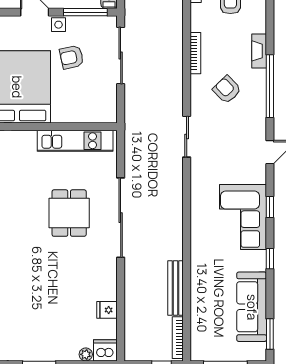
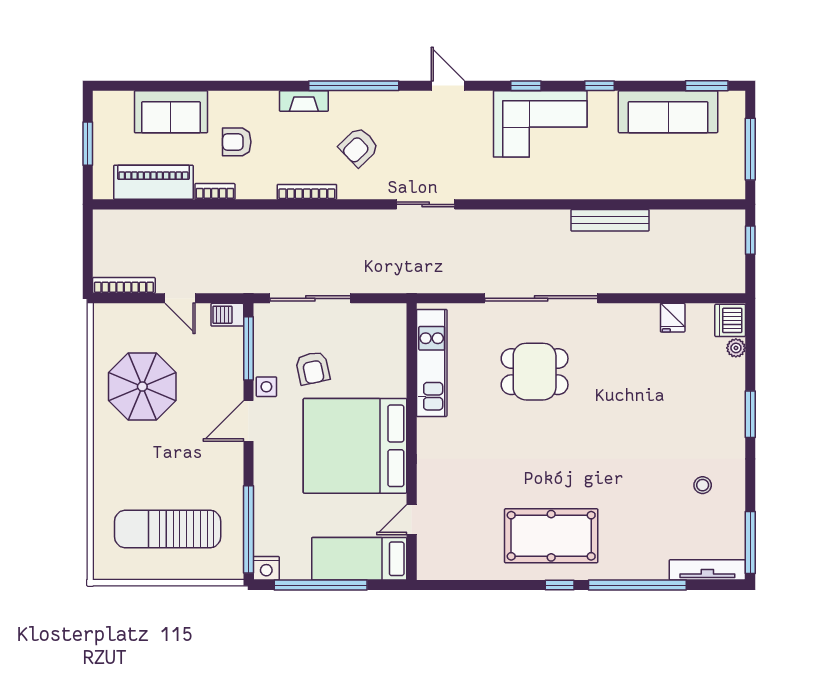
bench: (175, 288) -> (610, 220), moved
bookcase: (178, 338) -> (712, 217), removed

